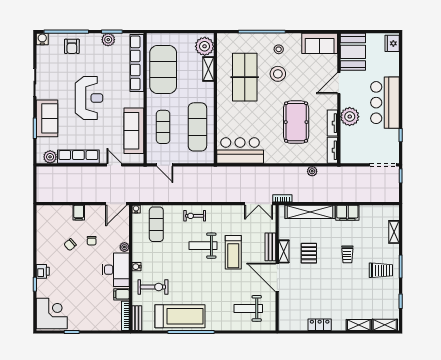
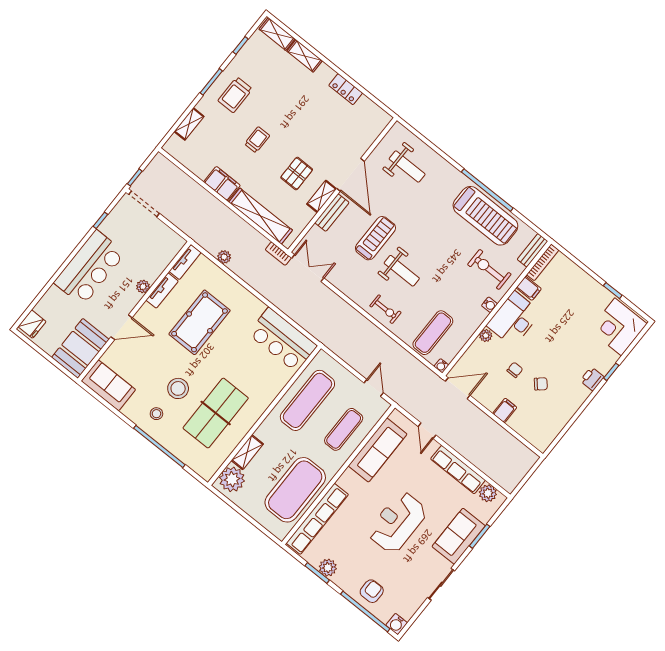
plant: (350, 117) -> (143, 287), width x0.53, depth x0.53
trolley: (381, 270) -> (235, 95), turned -90
treadmill: (180, 316) -> (485, 216), turned 180

